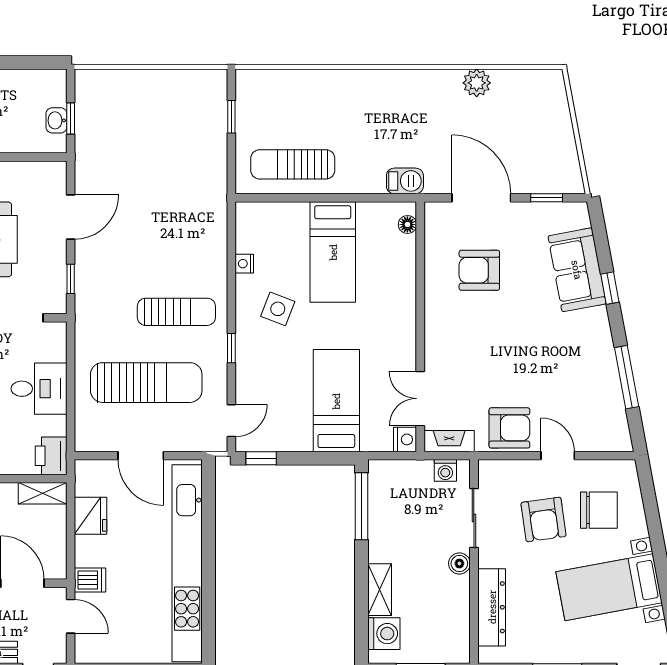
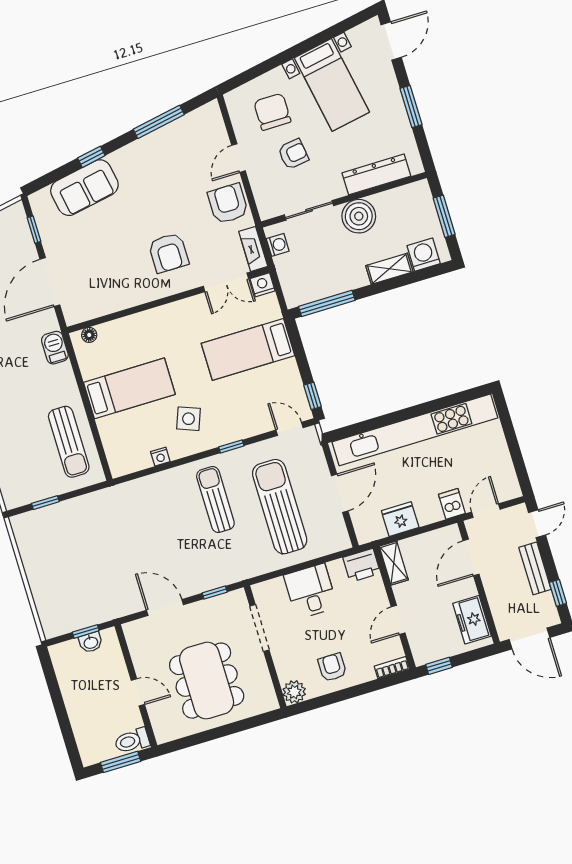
armchair: (479, 270) -> (169, 253), moved
armchair: (544, 519) -> (293, 154), width x0.72, depth x0.72
boiler: (459, 563) -> (359, 216), width x1.86, depth x1.86

